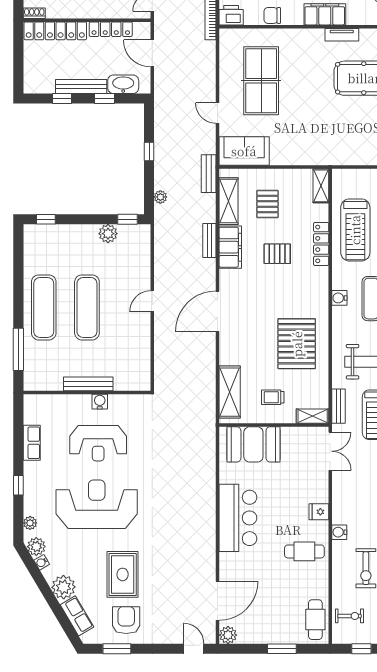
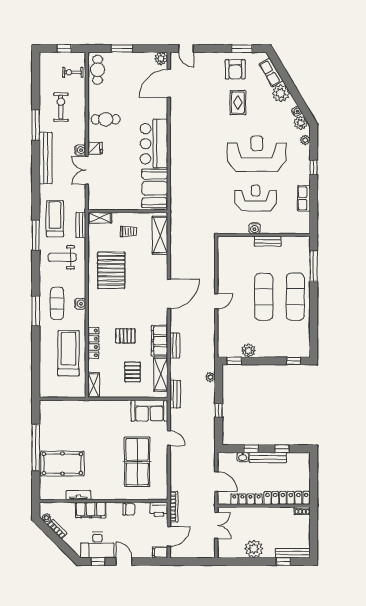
washbasin: (123, 84) -> (243, 457), width x0.52, depth x0.69
bench: (88, 384) -> (268, 241), width x0.73
booth: (253, 444) -> (155, 188), moved, turned 90
double door: (330, 451) -> (87, 170), moved
reception desk: (97, 504) -> (257, 154), turned 180
water cooler: (339, 532) -> (80, 150), moved
rug: (123, 574) -> (238, 103), width x0.73, depth x0.70

